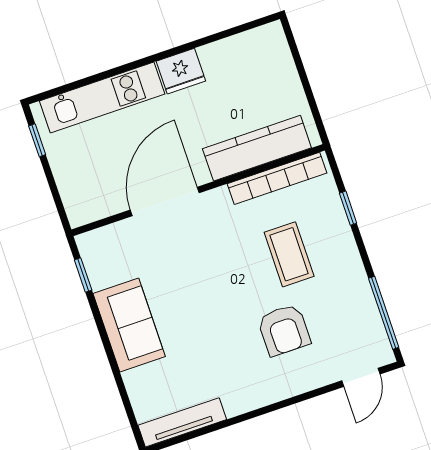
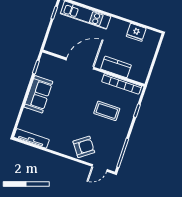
fridge: (181, 71) -> (136, 32), moved
kitchen counter: (257, 148) -> (116, 67), width x0.67
coffee table: (289, 254) -> (107, 111), turned 90
armchair: (284, 330) -> (84, 147), moved, turned -126

